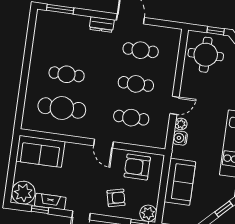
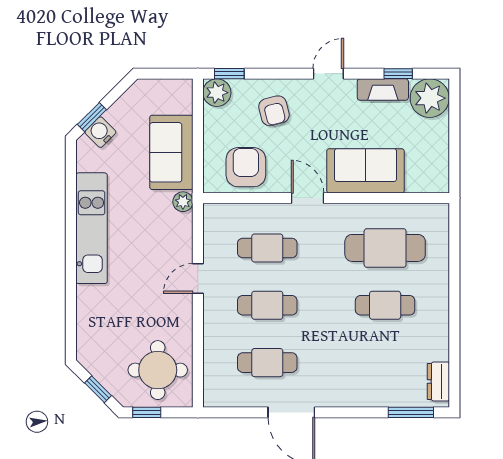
dresser: (102, 25) -> (438, 381), moved, turned -90
plant: (181, 124) -> (183, 202), moved
water cooler: (180, 138) -> (100, 132), moved, turned -135
sofa: (40, 151) -> (365, 171), moved
armchair: (137, 167) -> (246, 167), turned -90
armchair: (116, 198) -> (274, 111), turned -91

